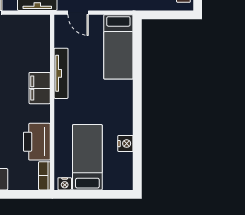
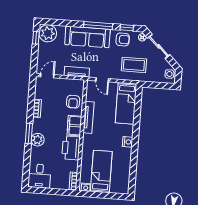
armchair: (35, 50) -> (73, 102), added
printer: (37, 142) -> (71, 148), moved
nightstand: (125, 144) -> (128, 142), moved

